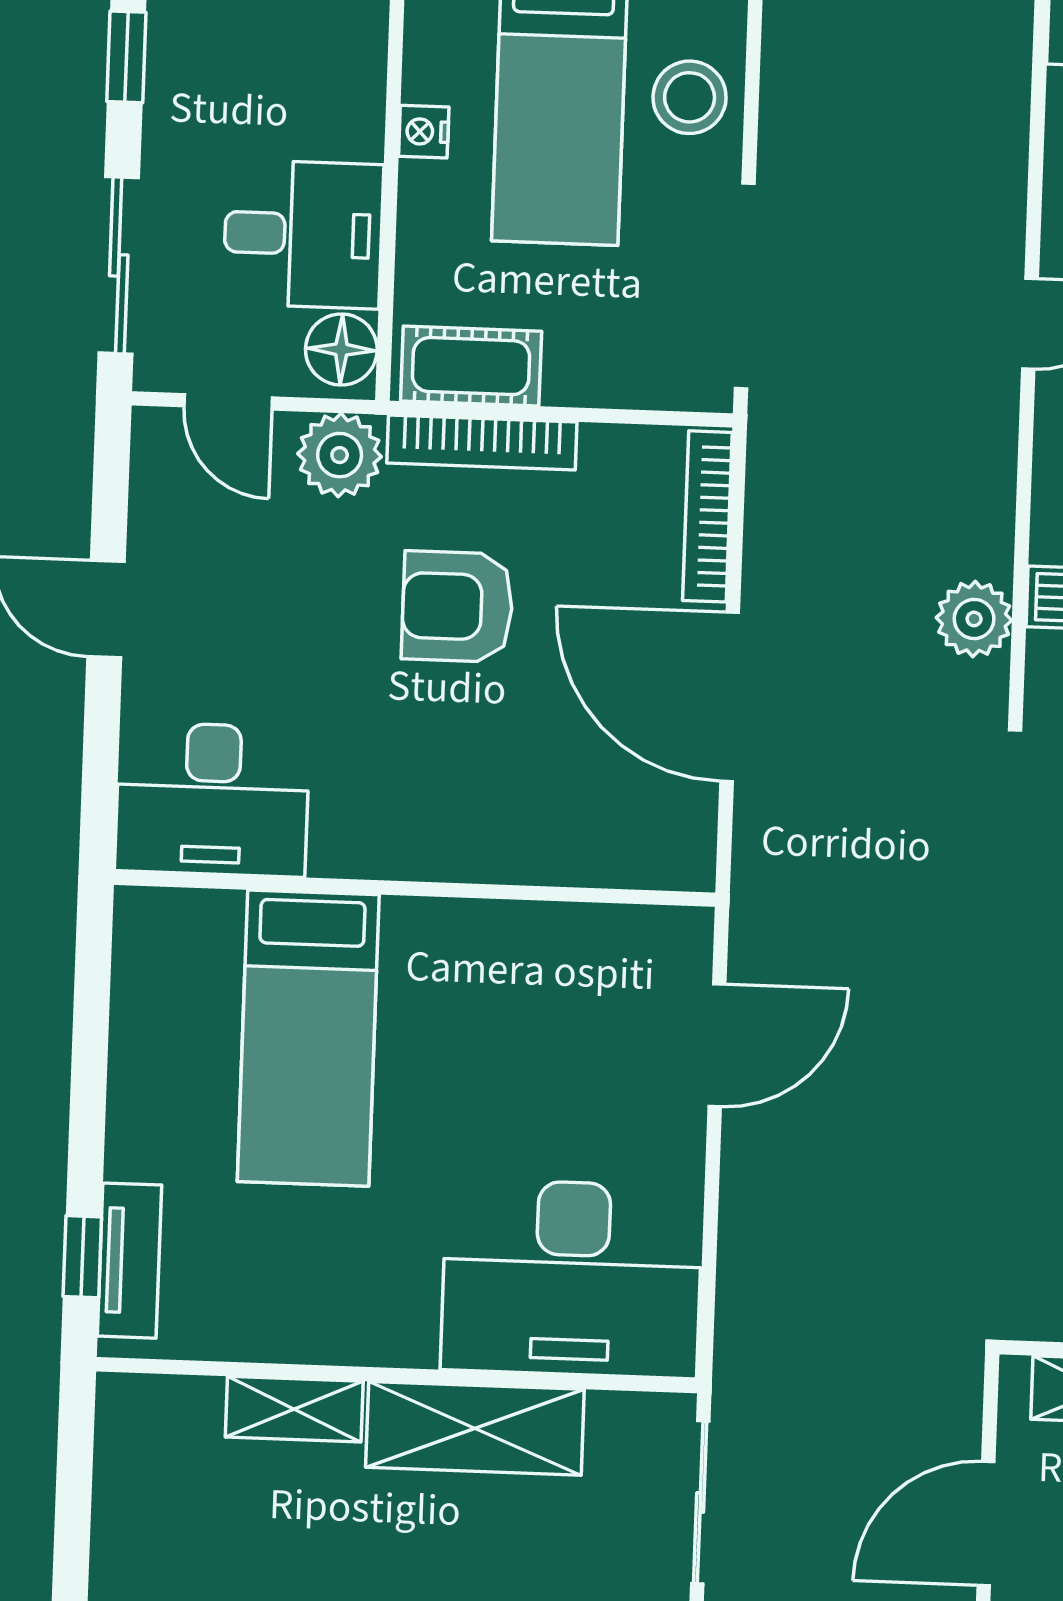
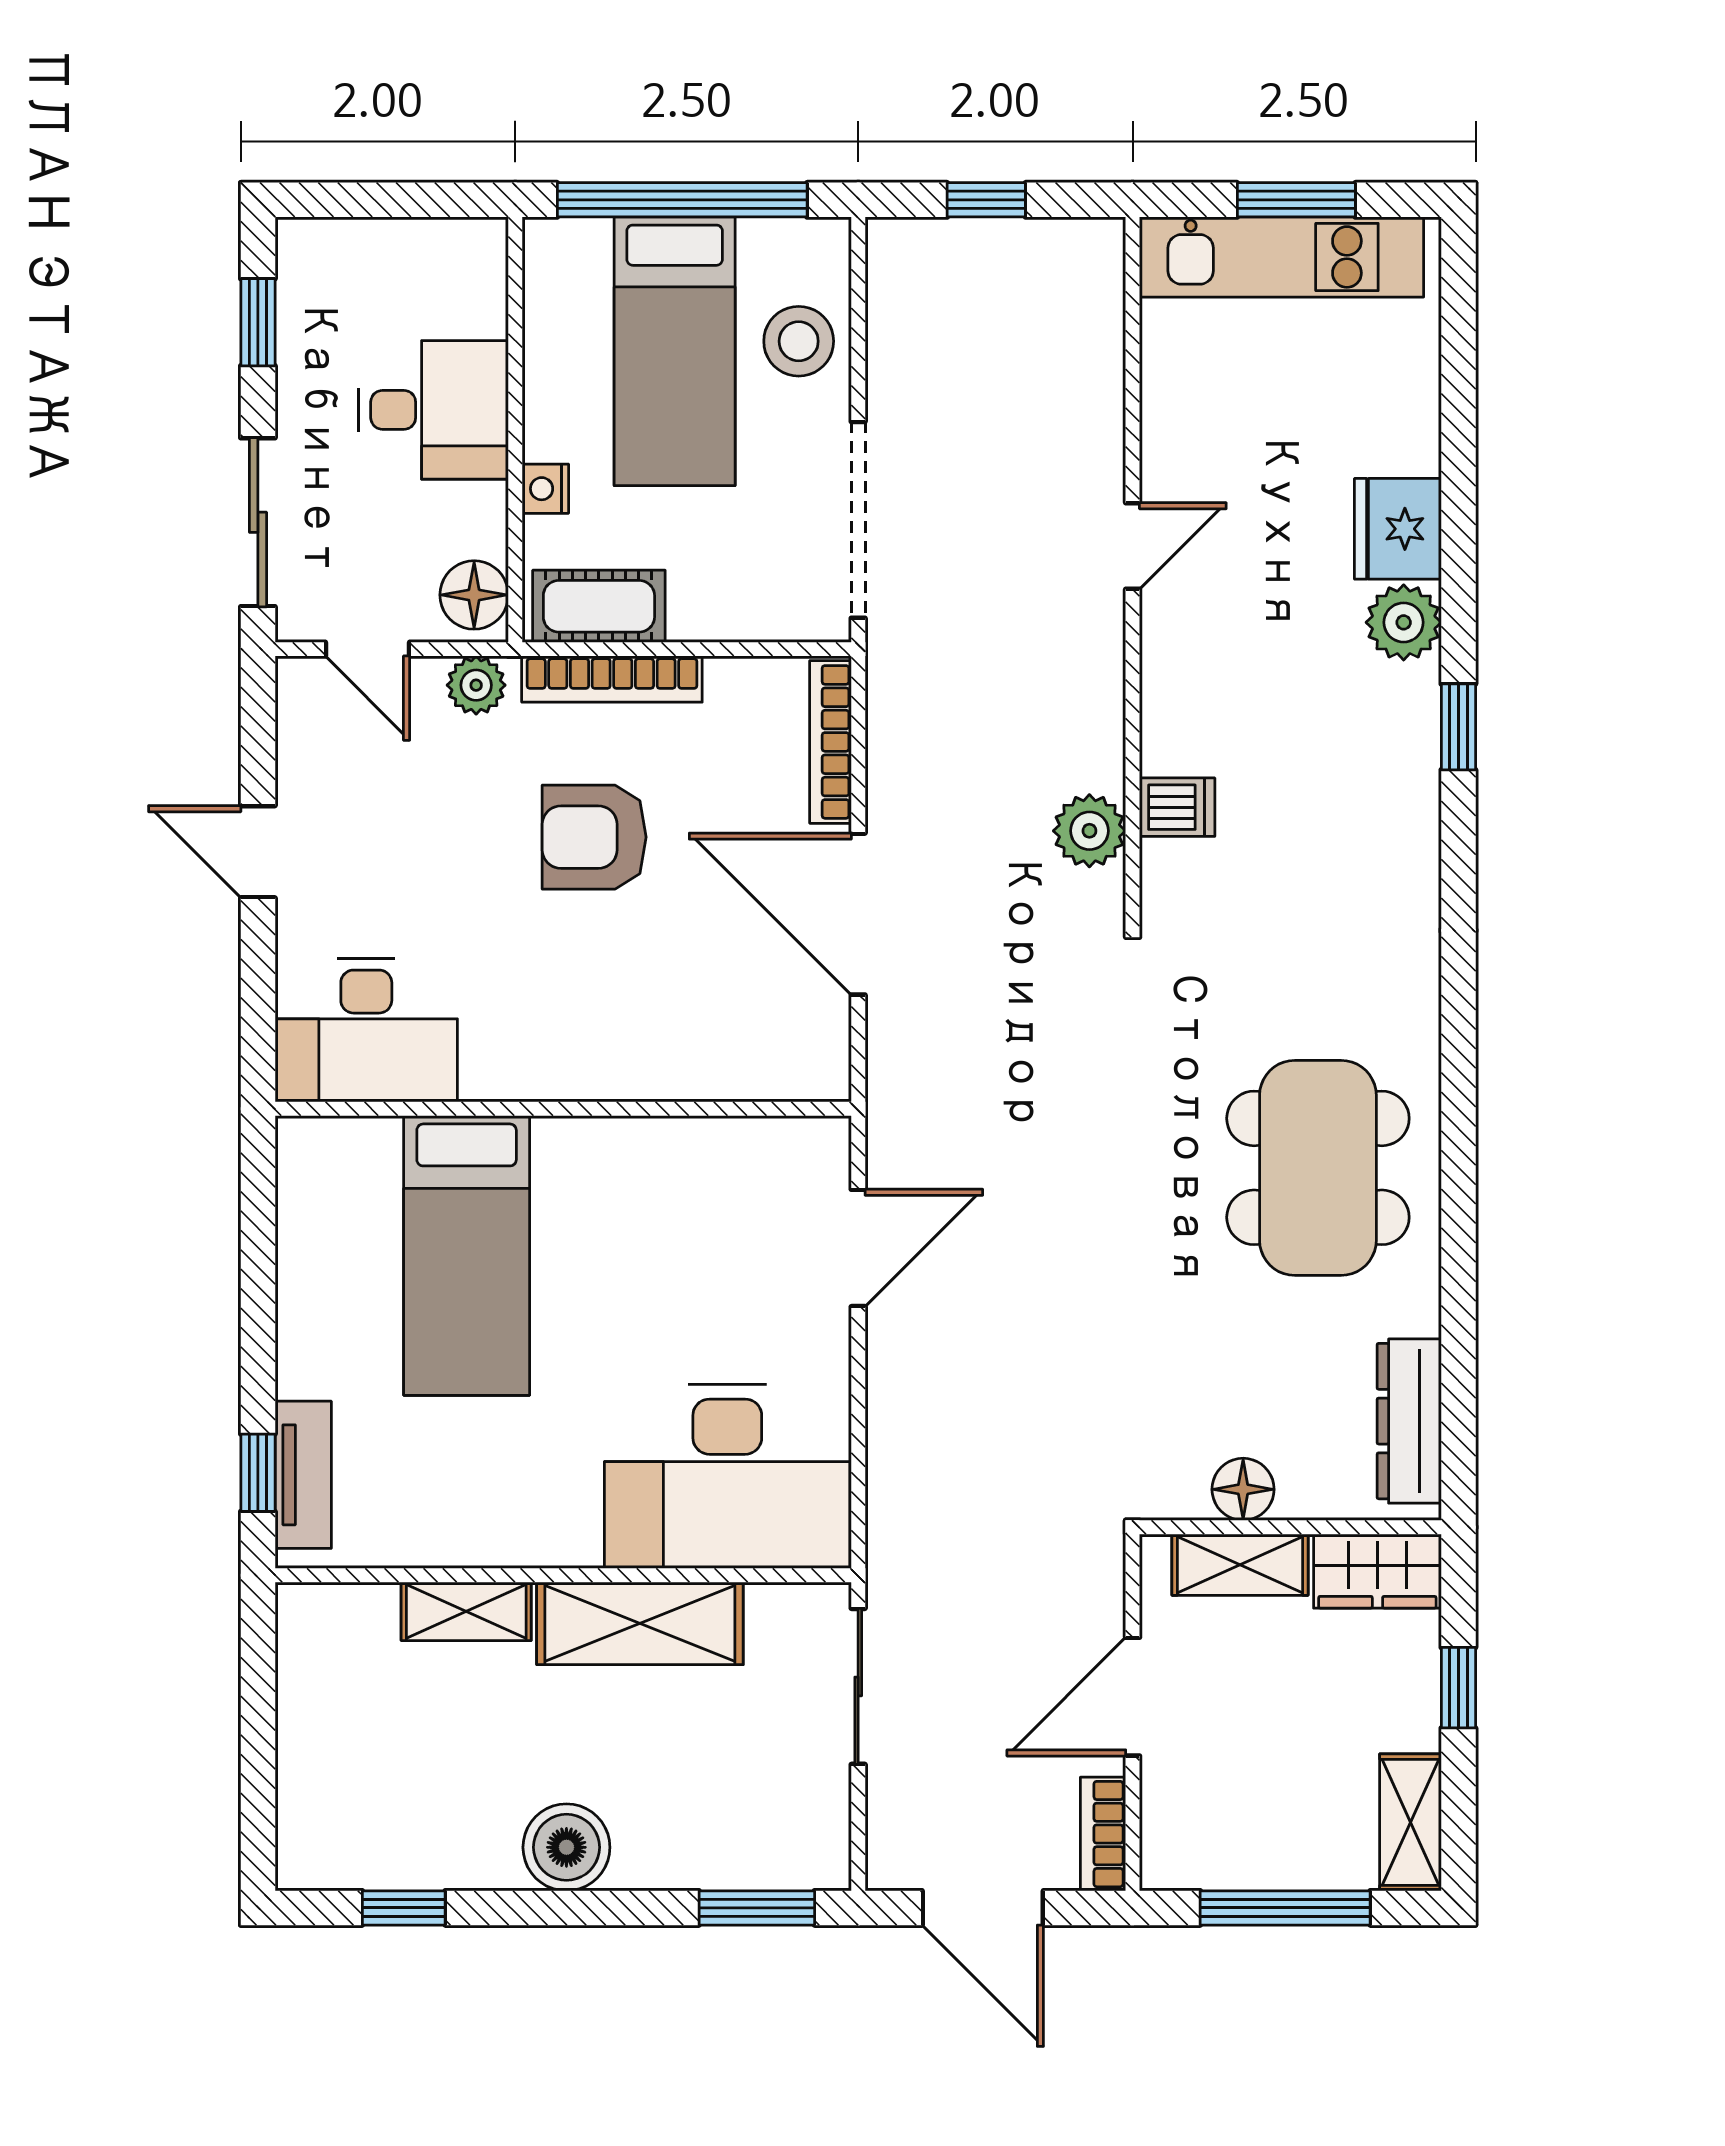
nightstand: (424, 132) -> (545, 489), moved
desk: (303, 234) -> (434, 410), moved
plant: (340, 455) -> (476, 685), width x0.73, depth x0.73

